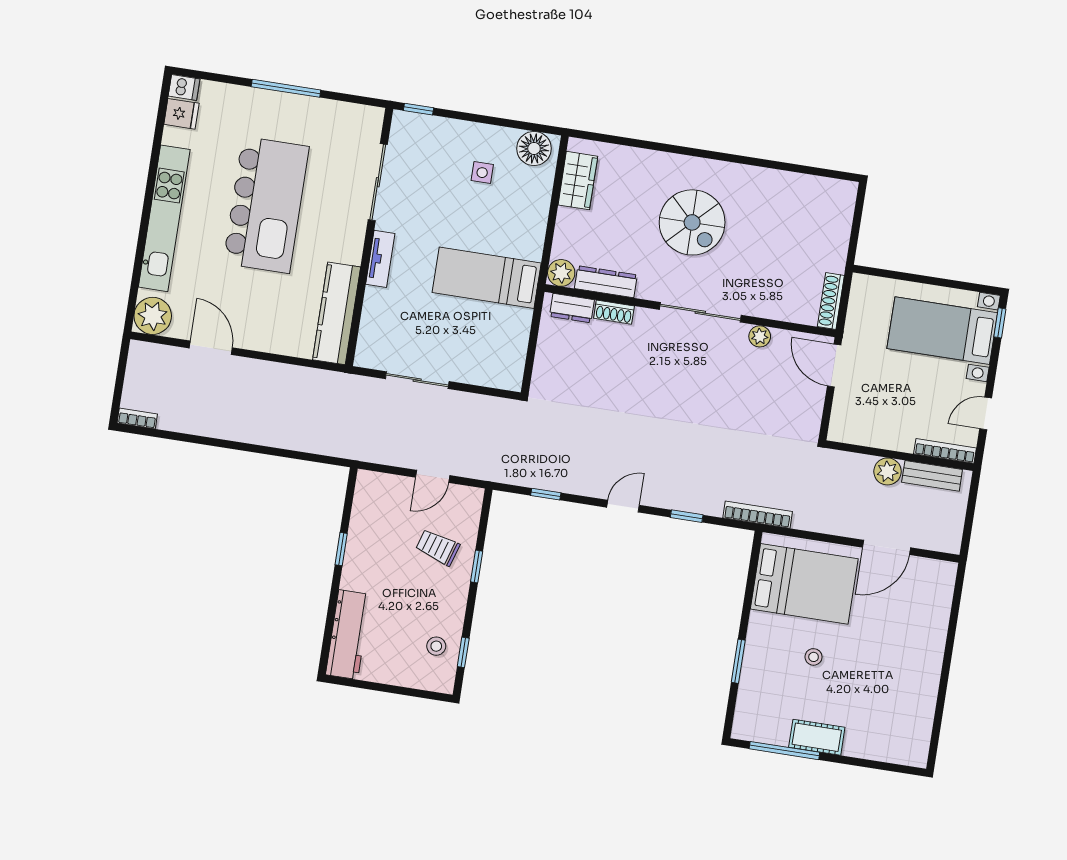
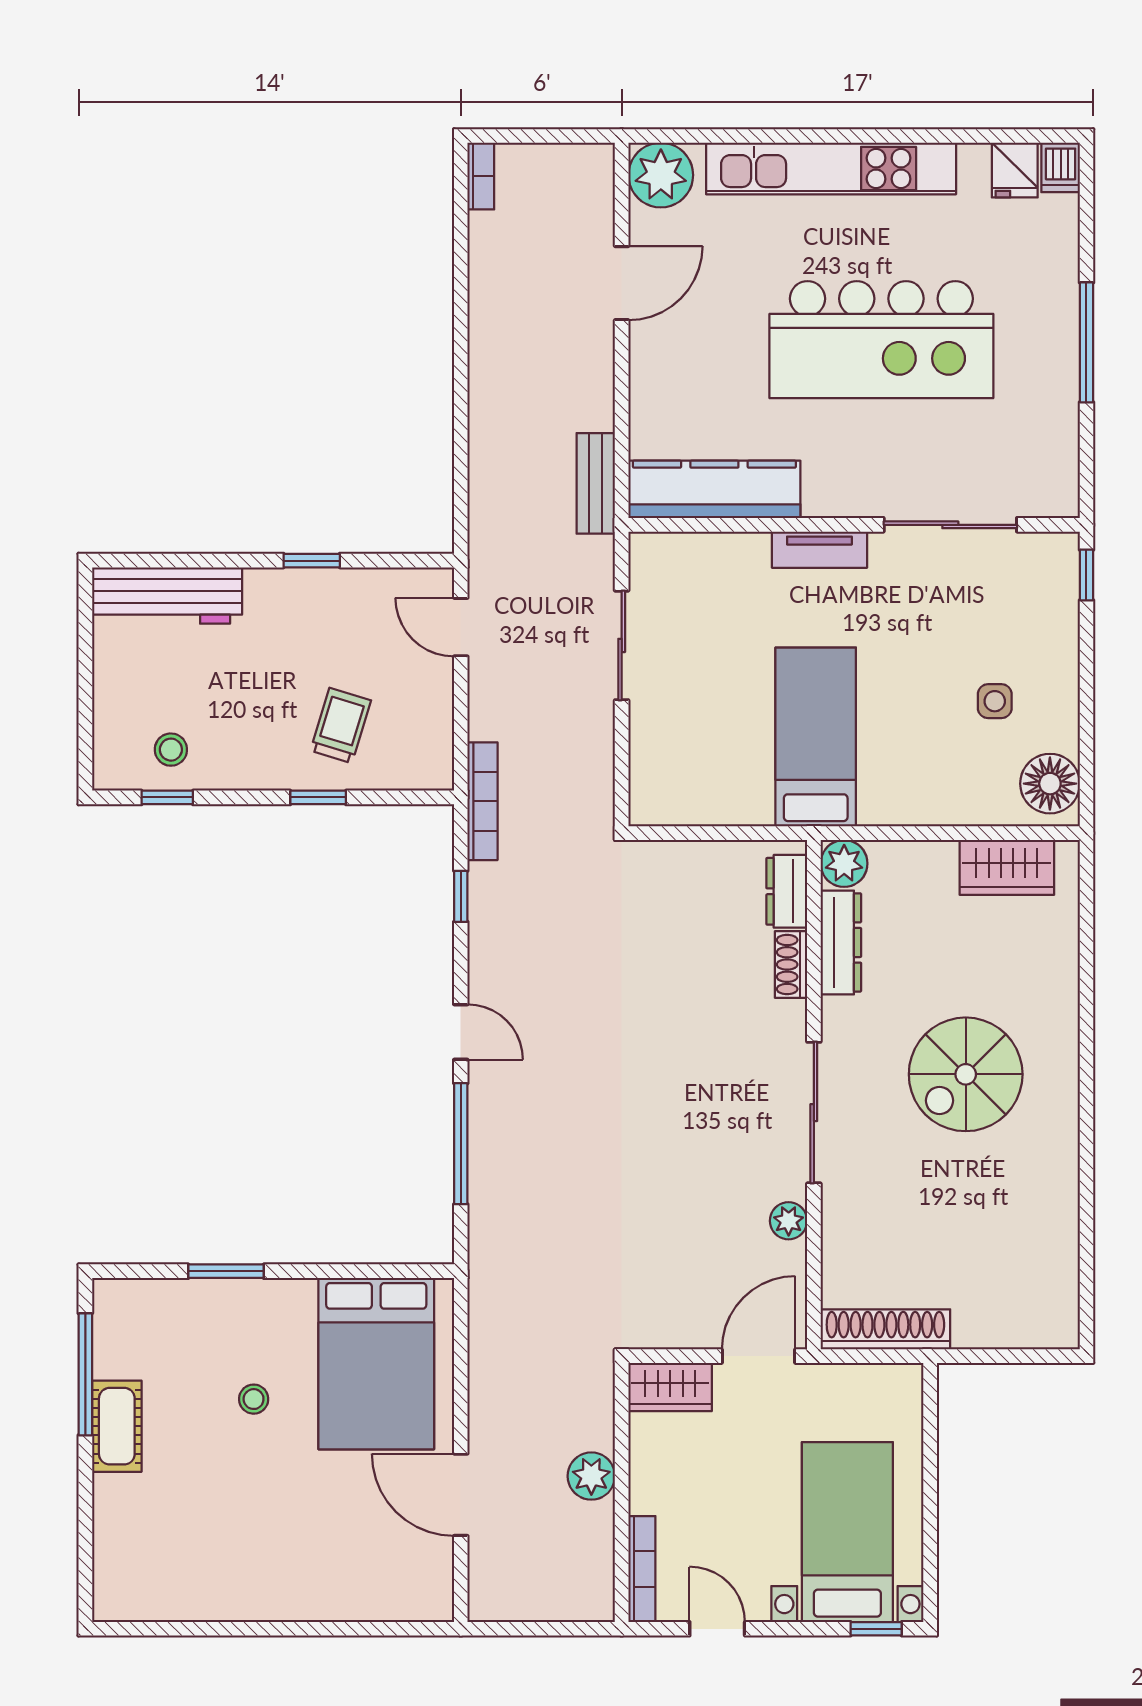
shoe rack: (831, 301) -> (885, 1329), width x1.36, depth x1.24
wardrobe: (844, 419) -> (670, 1387), added
door: (433, 476) -> (461, 627), moved
bench: (932, 476) -> (596, 483), moved
bookcase: (758, 515) -> (483, 801), moved
window: (687, 516) -> (461, 1144), width x2.17

